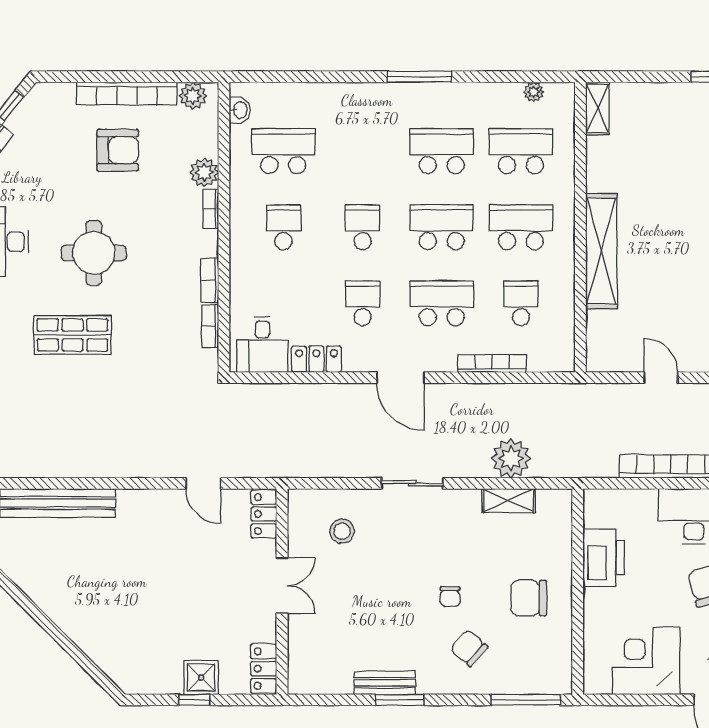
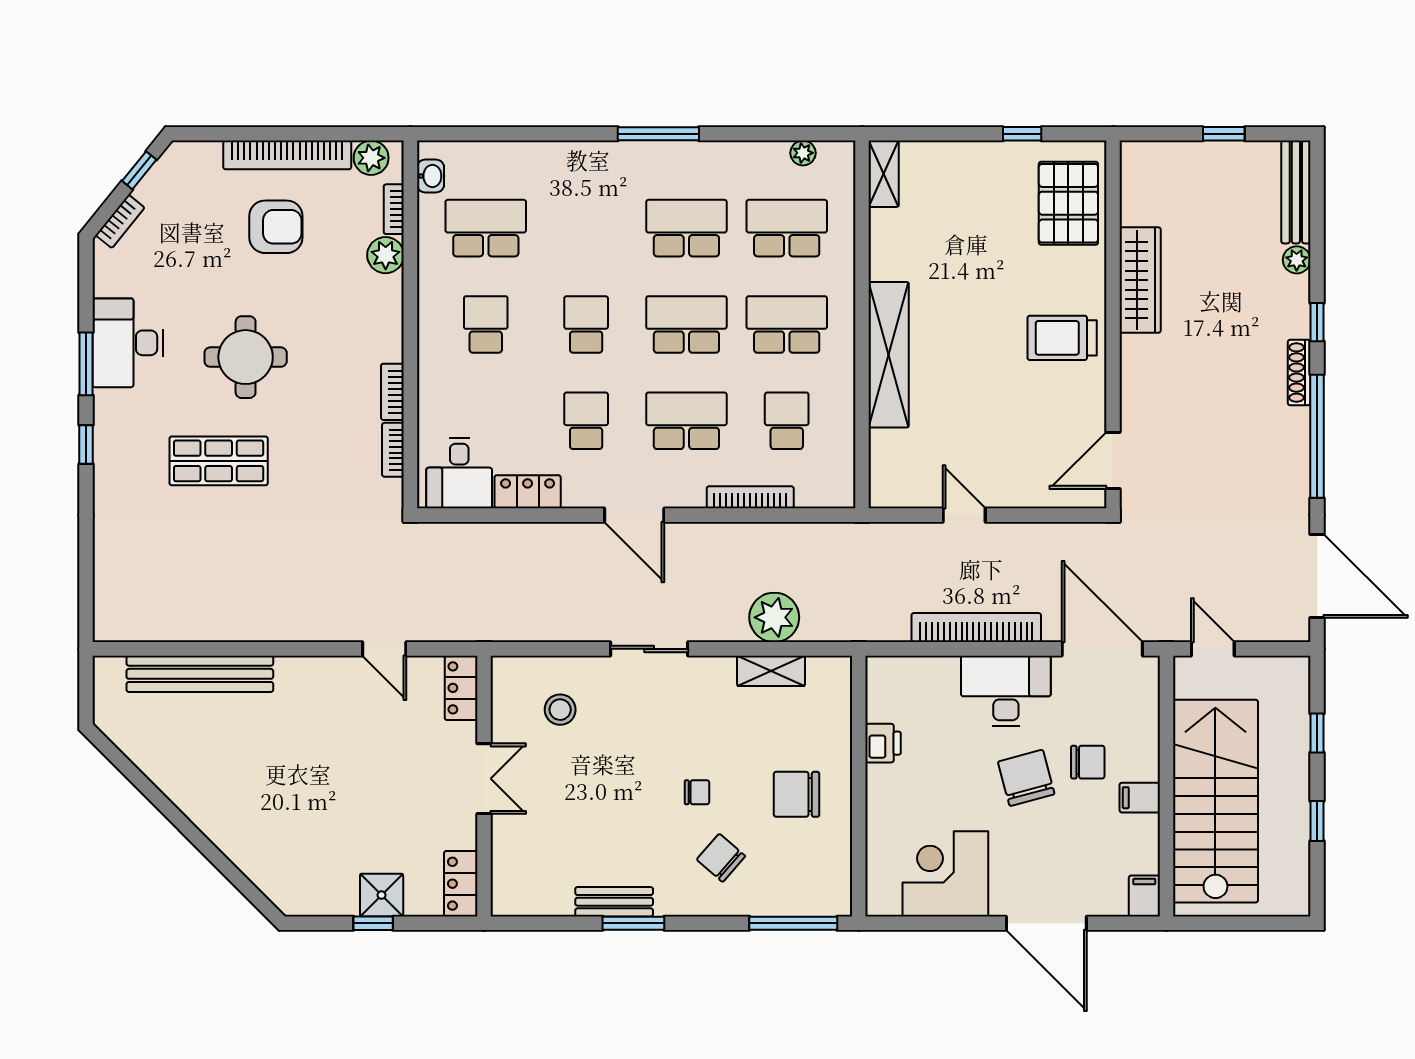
bookcase: (211, 209) -> (394, 209), moved
printer: (604, 558) -> (883, 743), width x0.53, depth x0.68
chair: (450, 596) -> (697, 792), turned -90

